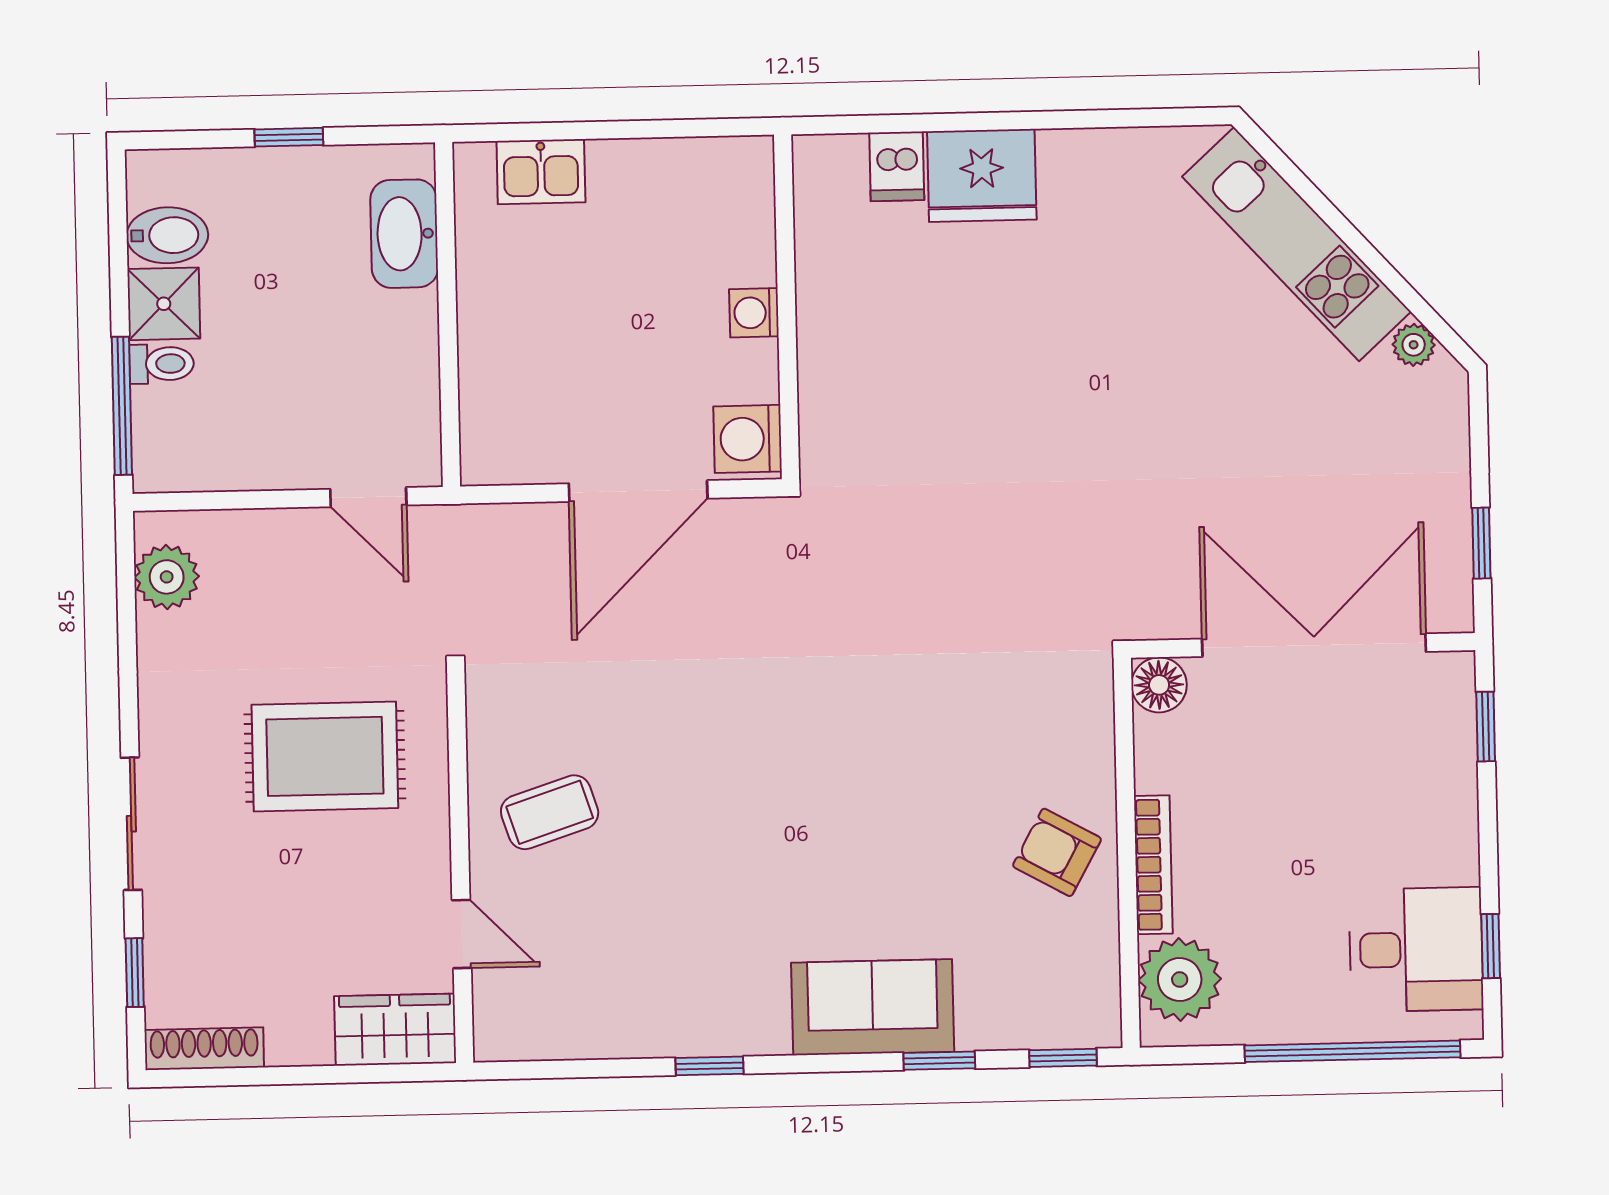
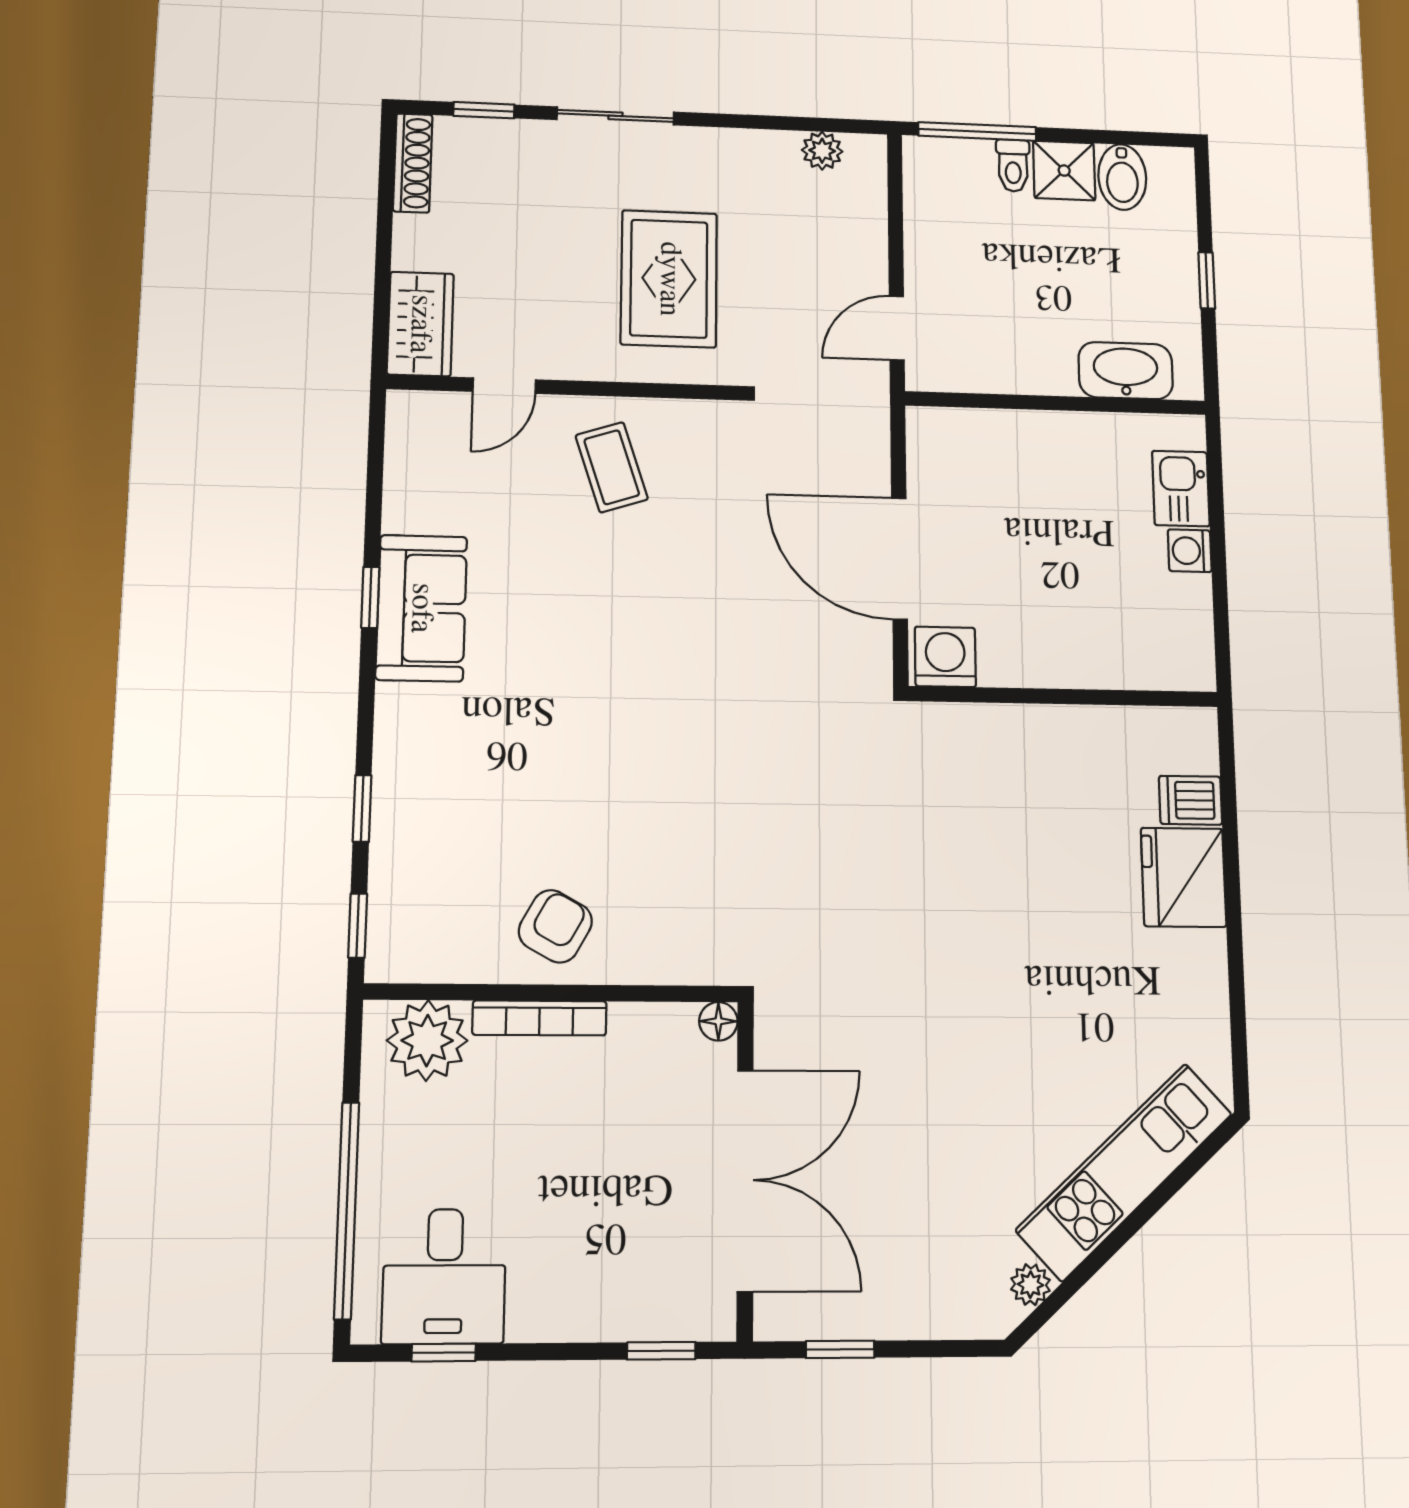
washing machine: (754, 313) -> (1190, 551), moved, turned -90
plant: (167, 577) -> (822, 151), width x0.73, depth x0.73
floor lamp: (1159, 685) -> (718, 1021), width x0.73, depth x0.73
sofa: (873, 1007) -> (421, 608), moved

